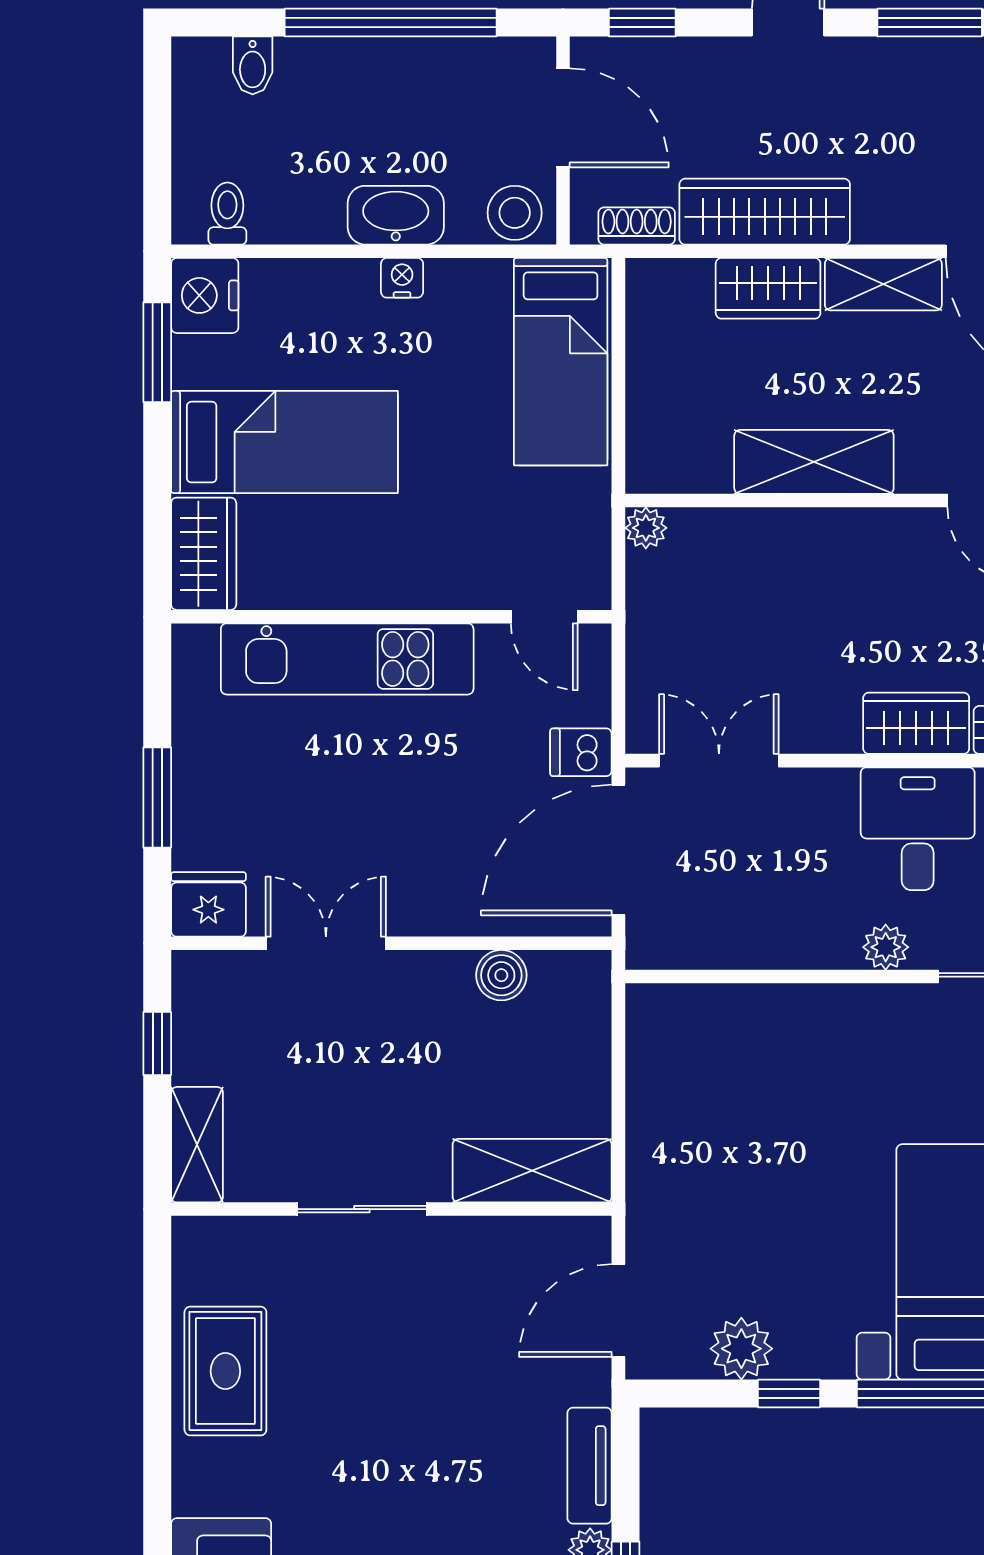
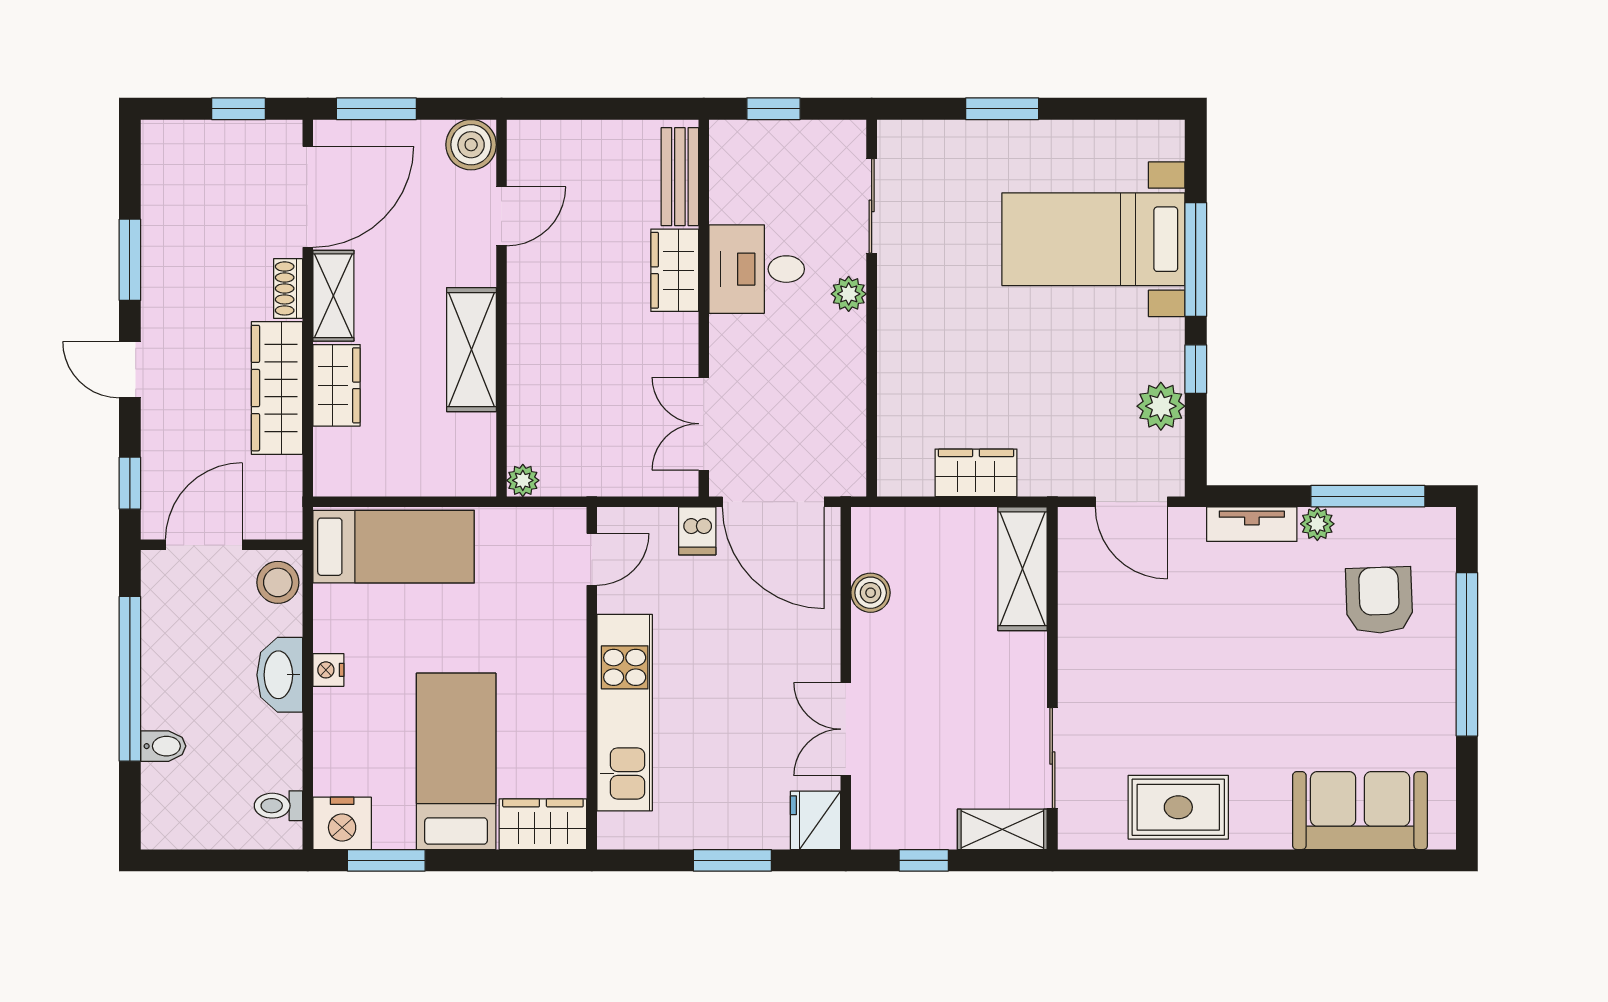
bidet: (253, 65) -> (163, 746), moved
shoe rack: (637, 226) -> (288, 288), moved
wardrobe: (656, 1111) -> (976, 473), added
sliding door: (362, 1209) -> (1052, 758), moved

